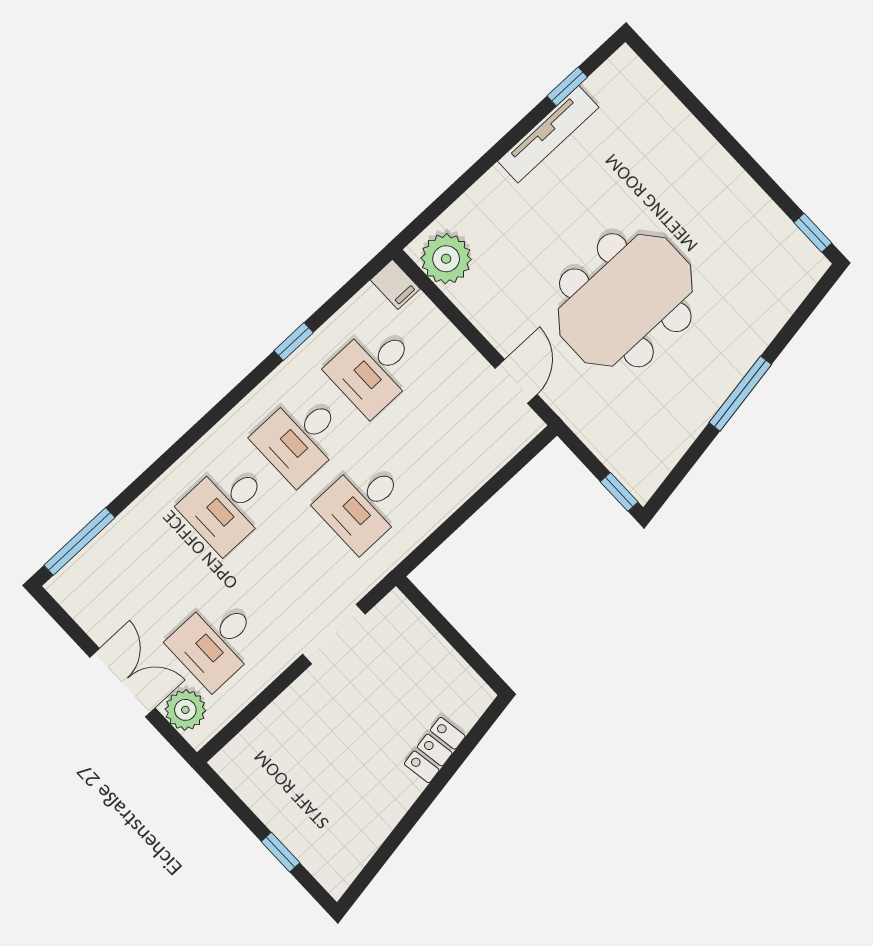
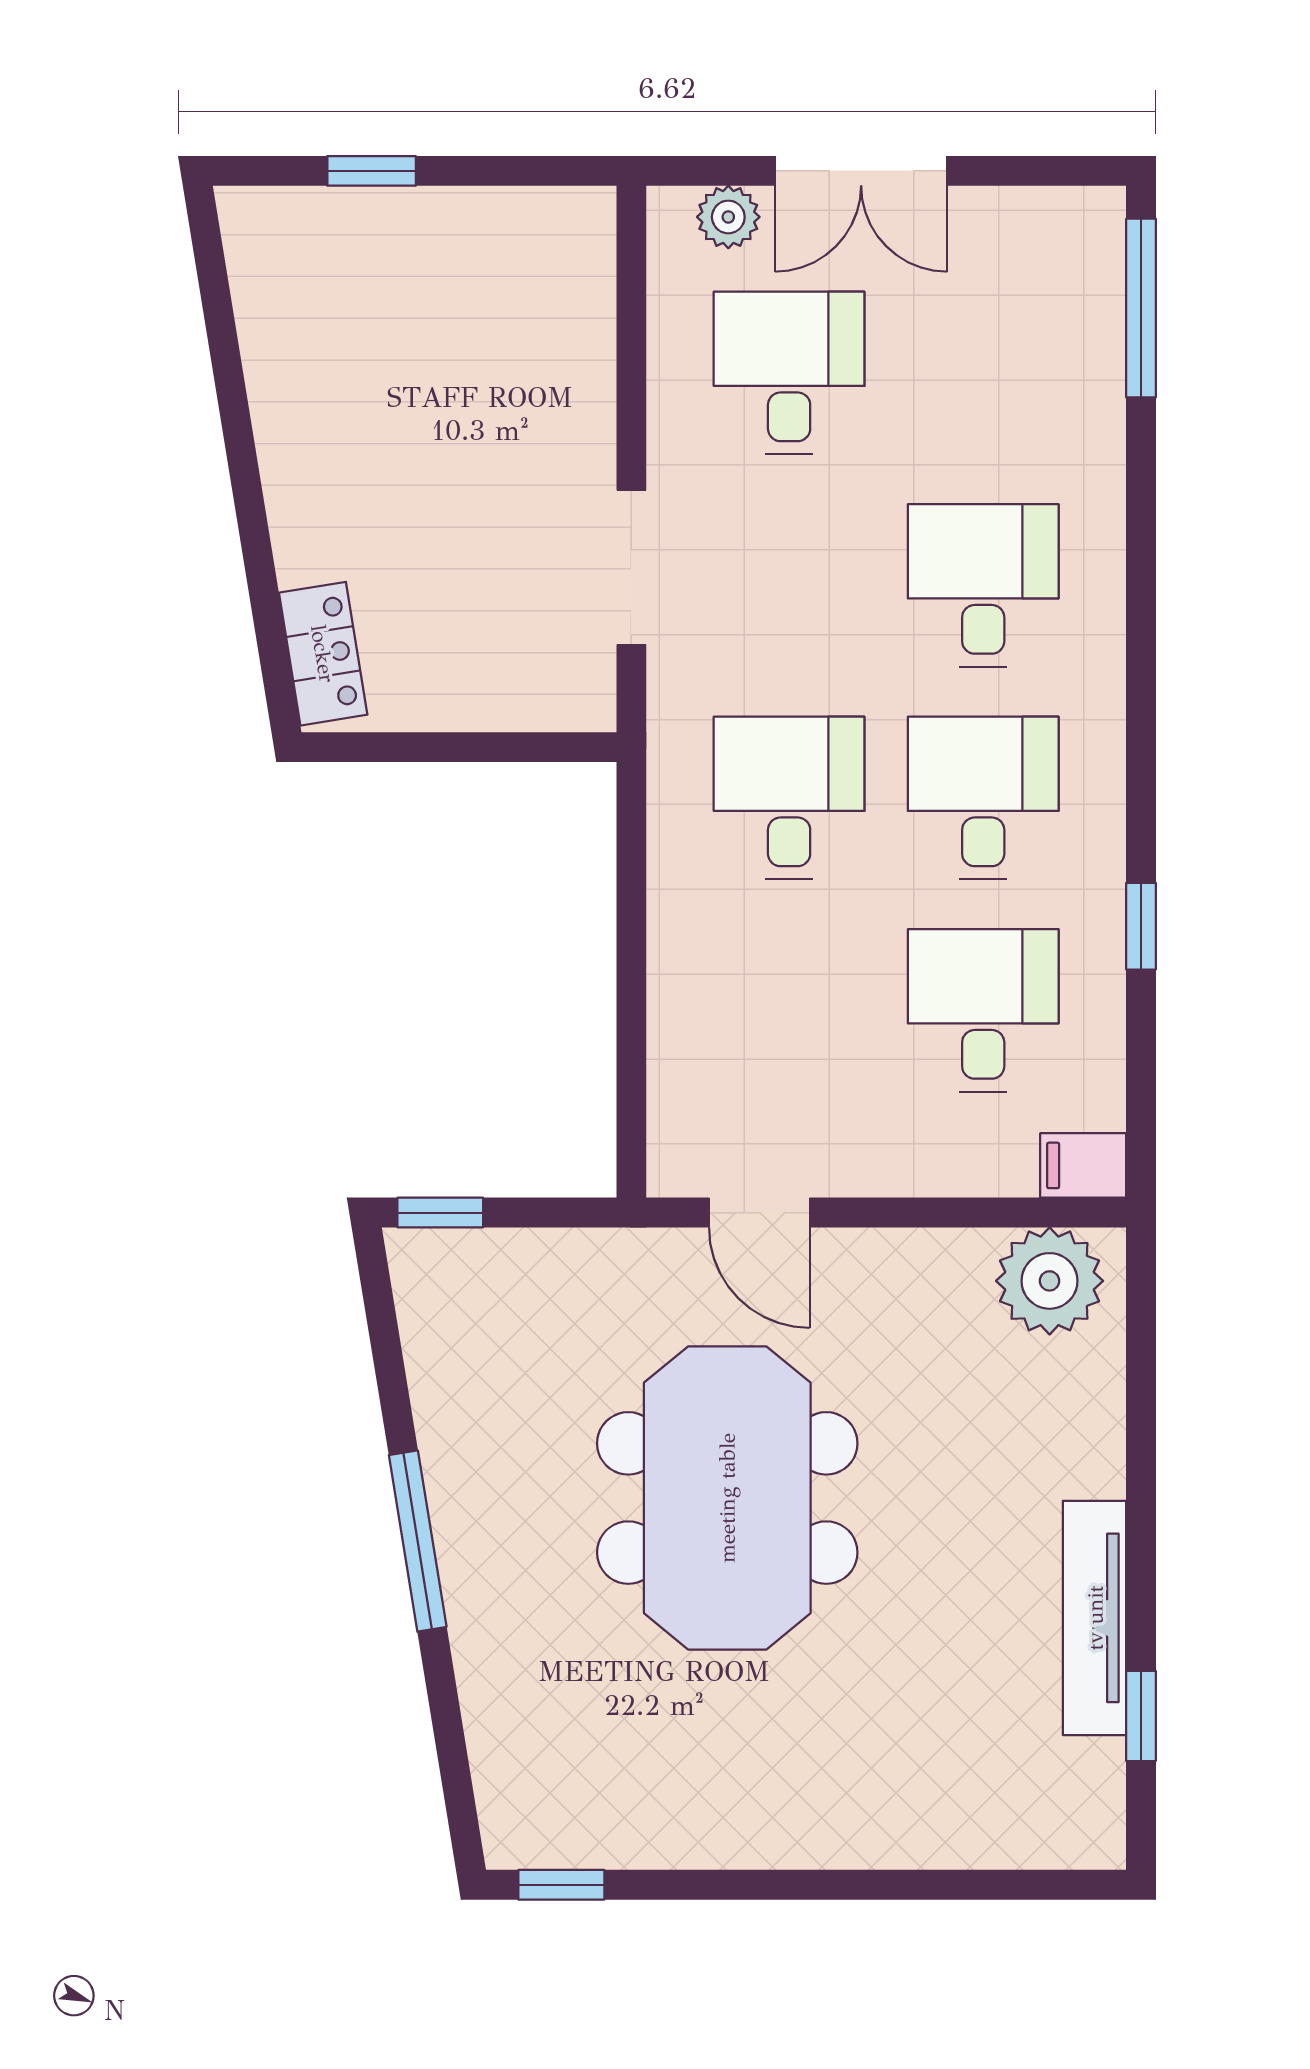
plant: (185, 710) -> (728, 217), width x0.73, depth x0.73
locker: (435, 750) -> (323, 654), moved

